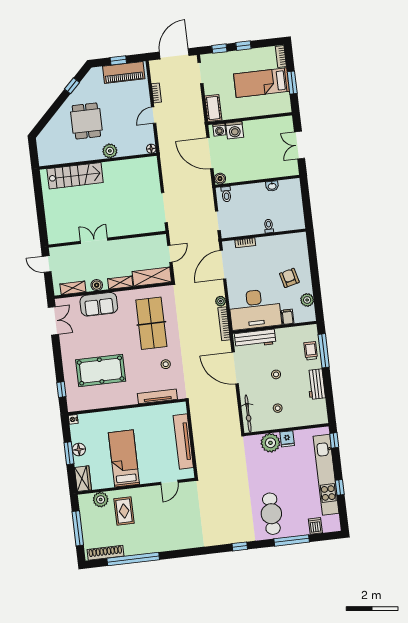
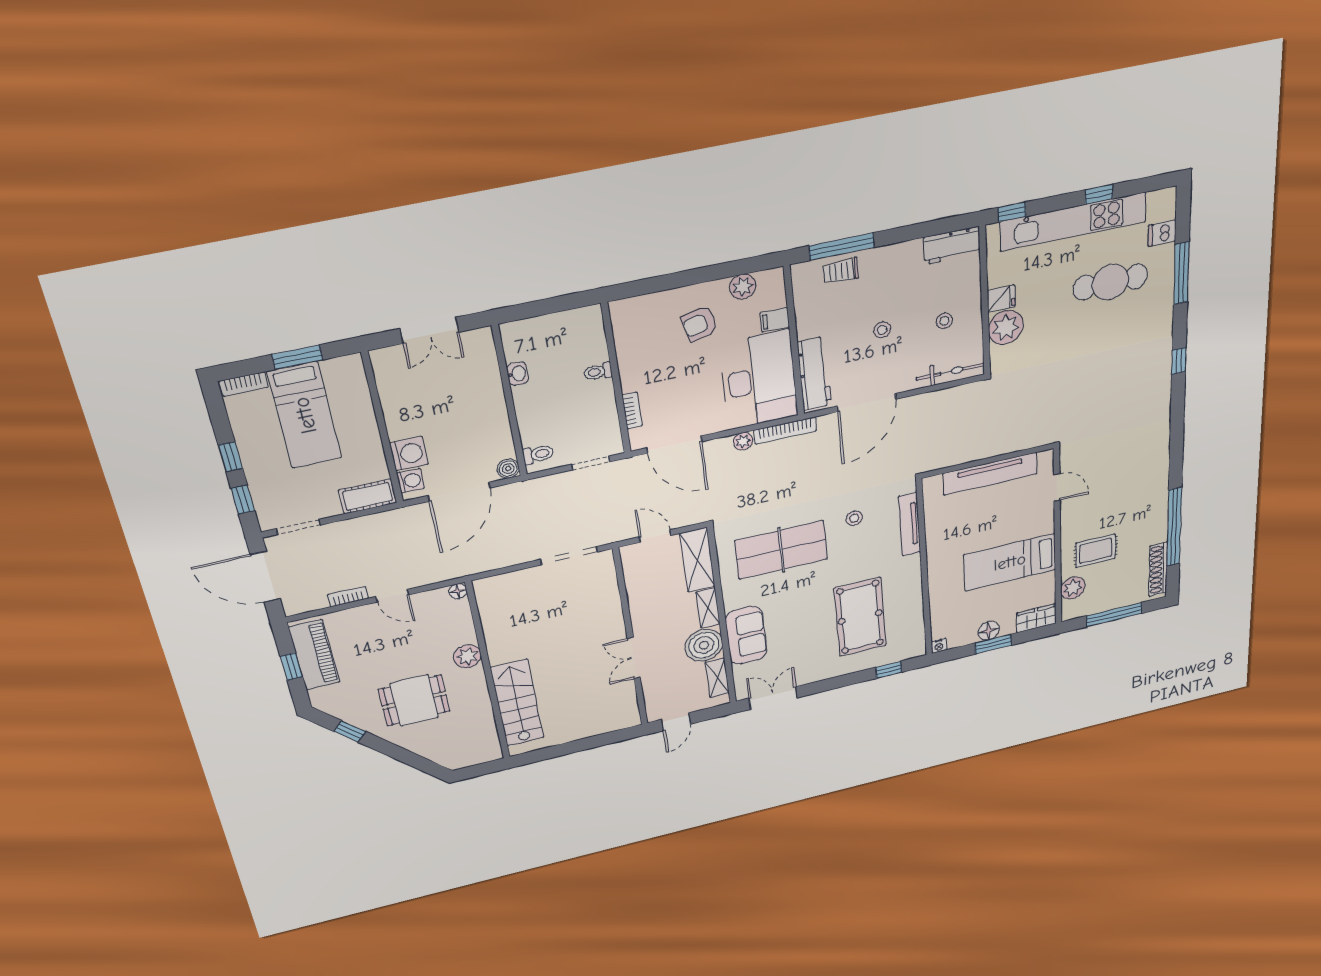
boiler: (97, 285) -> (704, 645), width x1.86, depth x1.86
workbench: (316, 384) -> (952, 246), moved
cafe table: (271, 514) -> (1110, 282), moved

